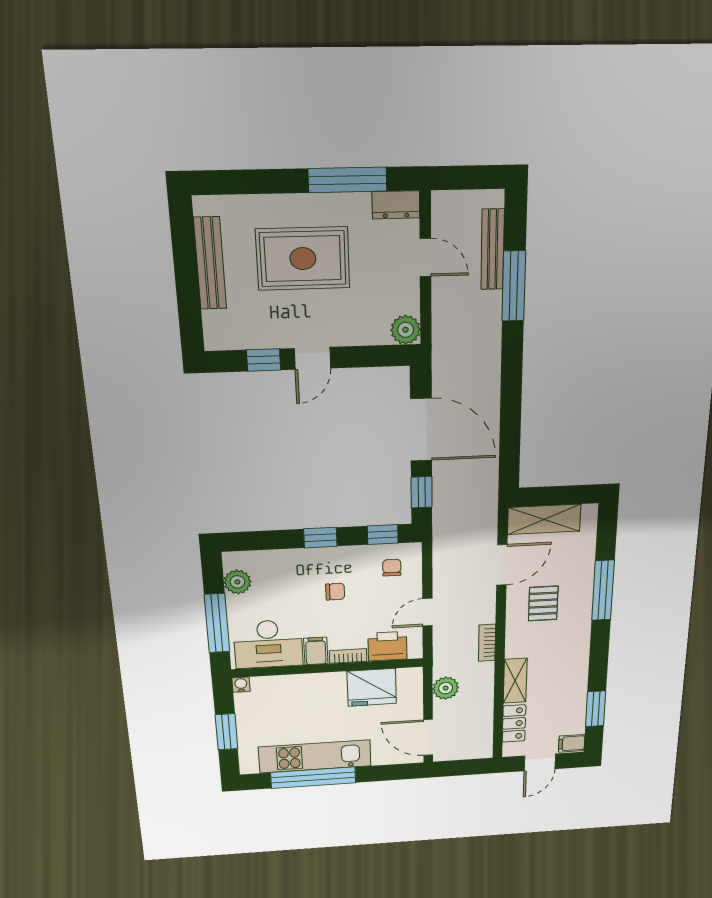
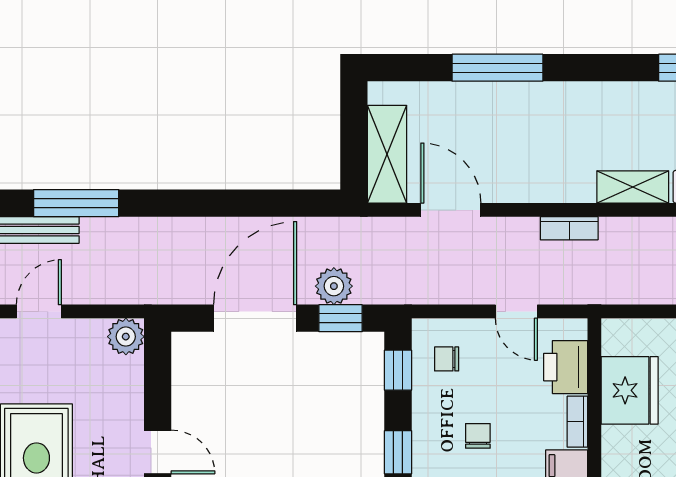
pallet: (543, 604) -> (513, 151), removed
plant: (446, 688) -> (334, 286), moved

